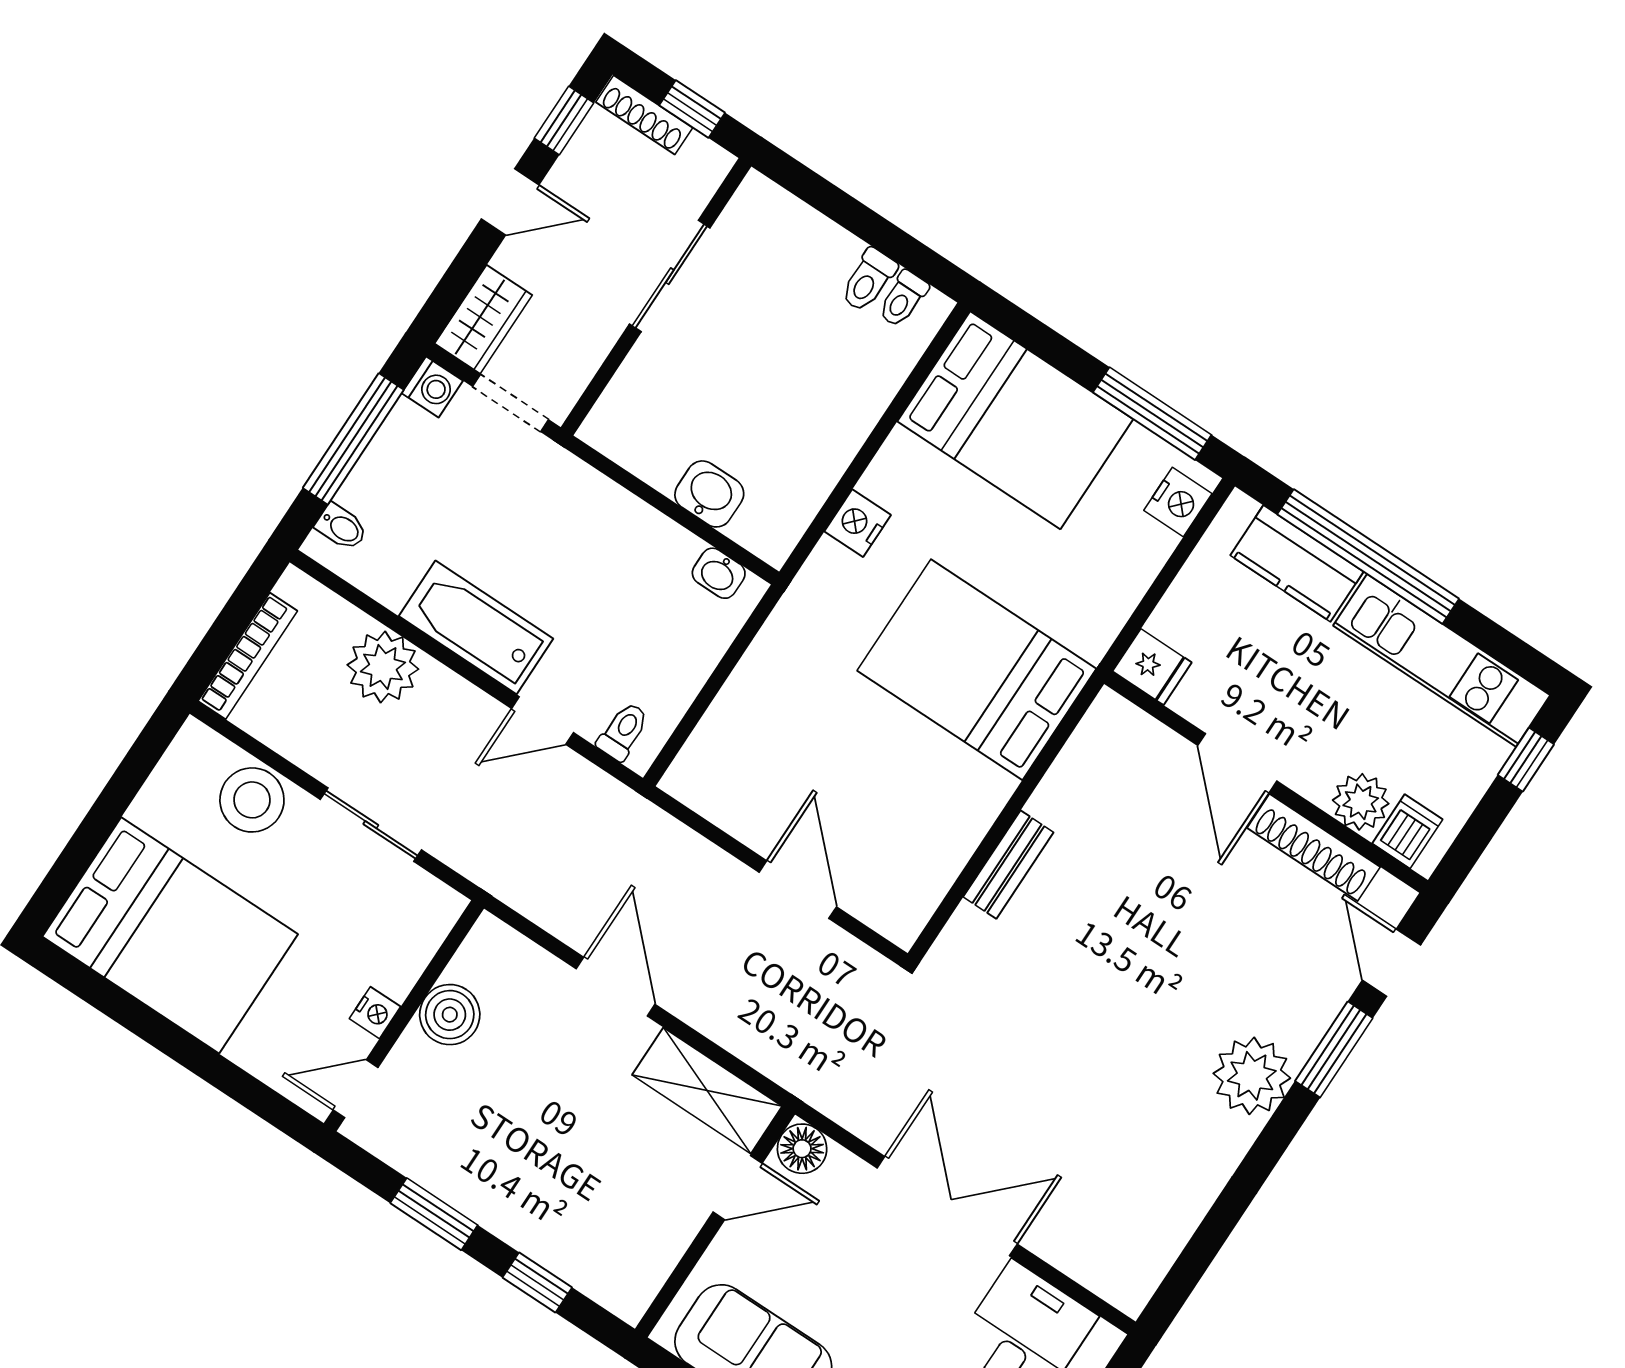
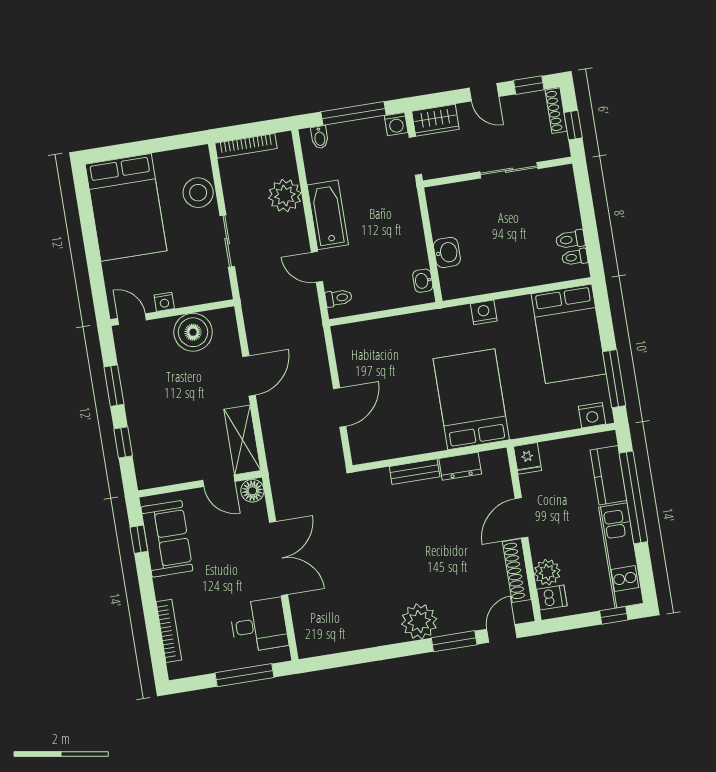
dresser: (1066, 785) -> (460, 466), added
boiler: (450, 1015) -> (193, 332), width x1.37, depth x1.37

